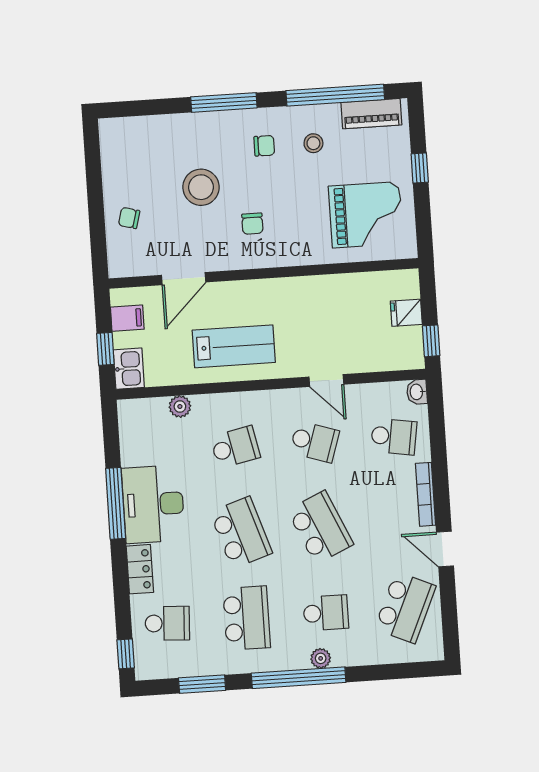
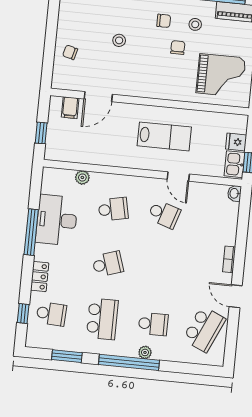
stool: (201, 187) -> (119, 40), width x0.53, depth x0.53
chair: (252, 224) -> (178, 48), moved, turned 180
filing cabinet: (127, 318) -> (70, 108), moved, turned 90
lab bench: (234, 346) -> (164, 136), moved
kitchen sink: (129, 369) -> (234, 164), moved, turned 180
school desk: (394, 437) -> (215, 219), removed
bookcase: (426, 494) -> (229, 259), width x0.64
desk: (153, 504) -> (57, 220), moved
school desk: (320, 527) -> (159, 269), removed
school desk: (241, 533) -> (108, 264), width x0.54
window: (126, 654) -> (23, 313), moved

